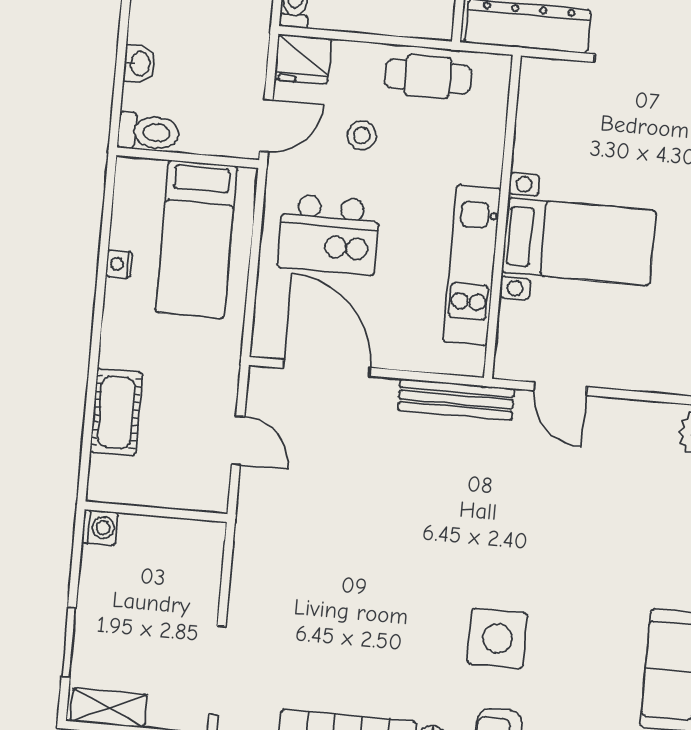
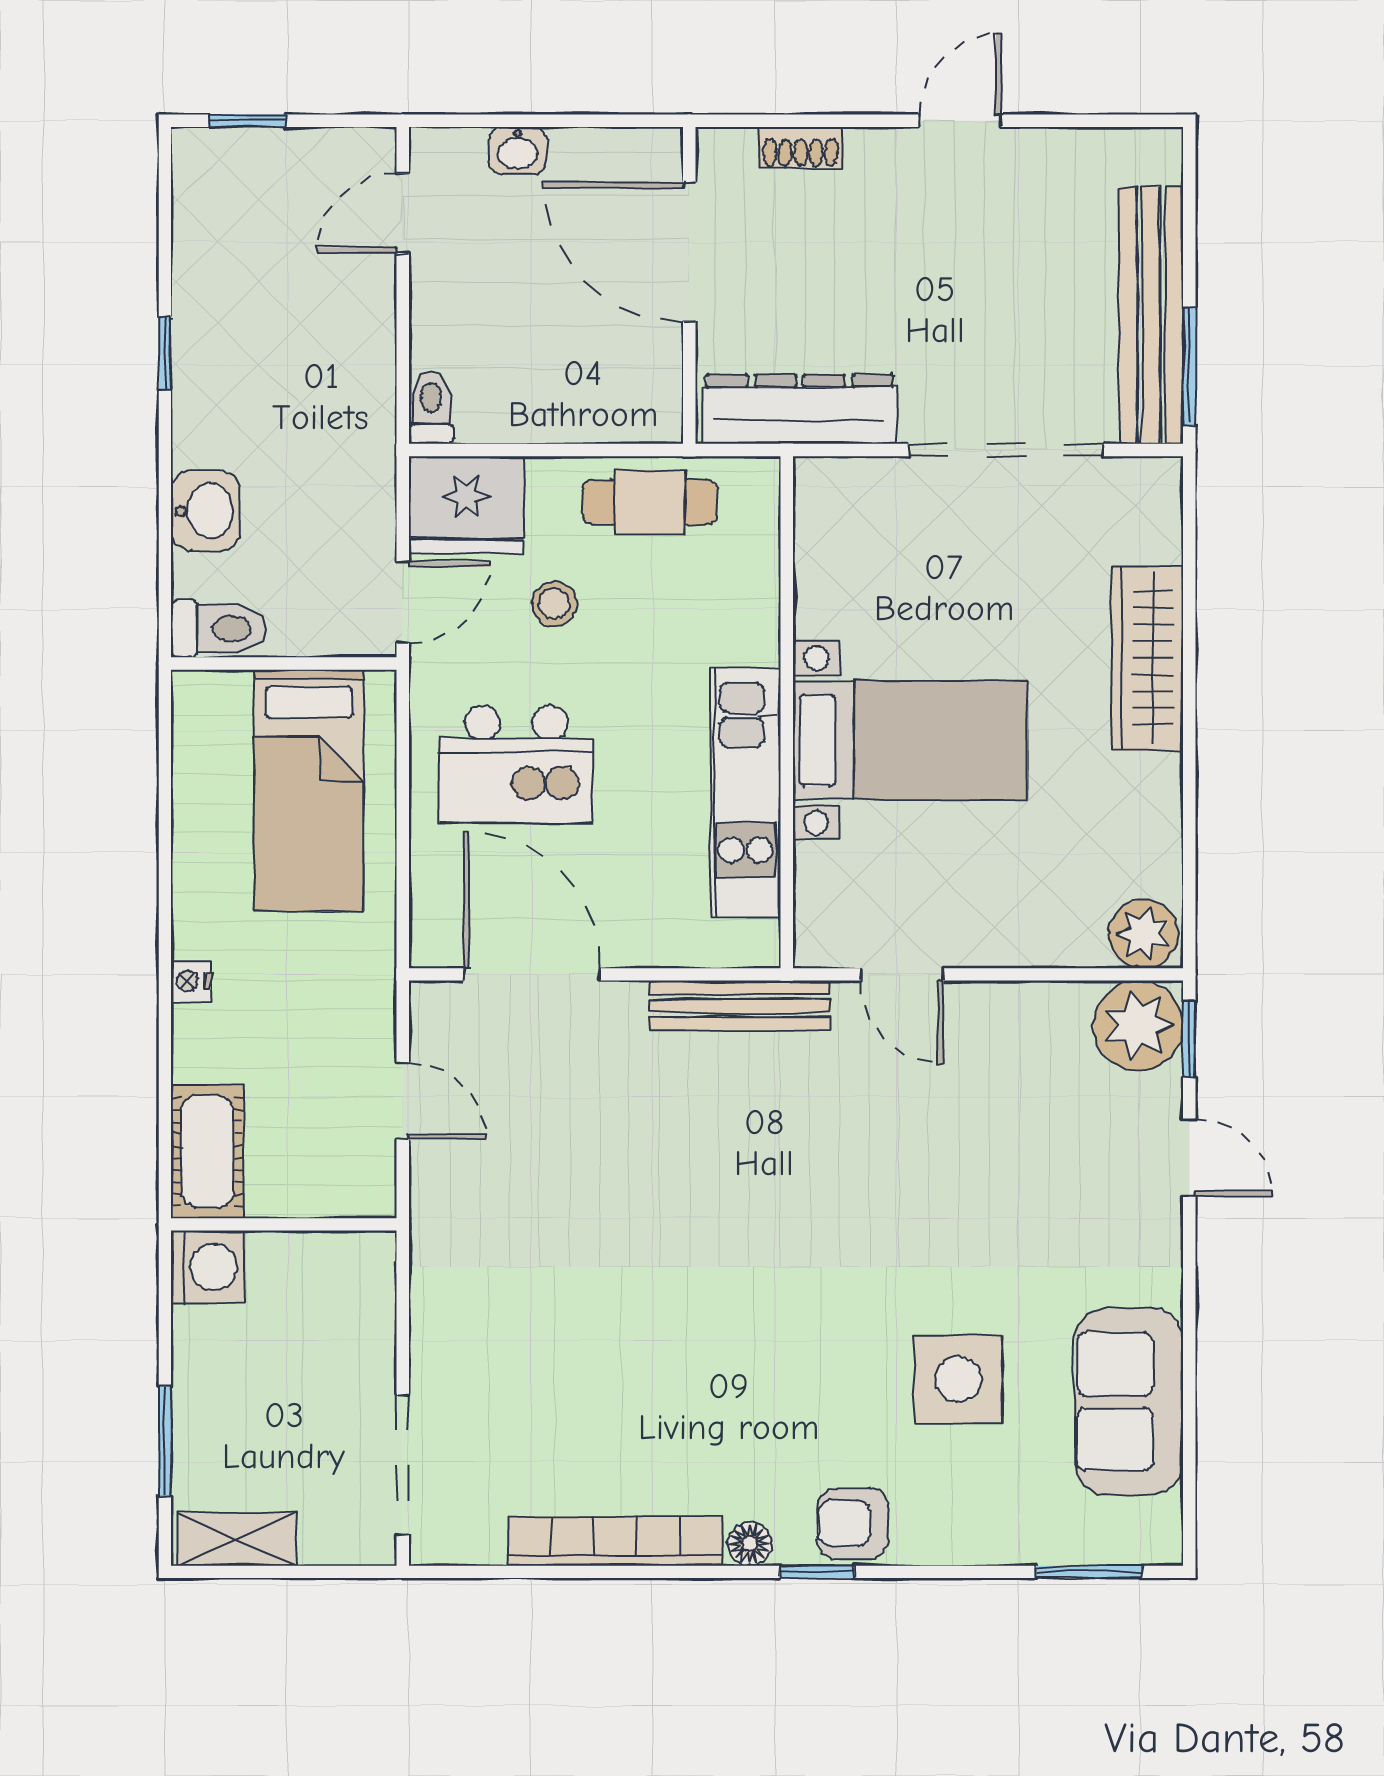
fridge: (303, 59) -> (466, 505), width x1.36, depth x1.34
washbasin: (139, 63) -> (205, 511), width x1.38, depth x1.45
nightstand: (119, 264) -> (191, 981), moved
cot: (116, 412) -> (207, 1152), moved
washing machine: (100, 527) -> (208, 1267), width x1.38, depth x1.38
side table: (497, 638) -> (958, 1379), moved

